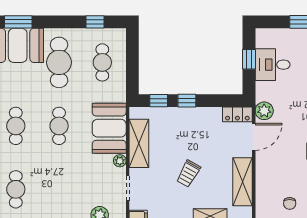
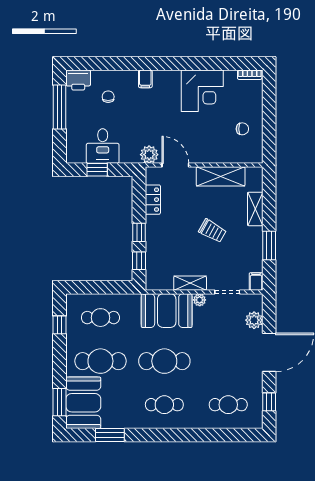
locker: (237, 114) -> (153, 200), moved
cafe table: (59, 126) -> (164, 361), width x1.37, depth x1.35
shelving: (139, 143) -> (190, 283), width x0.67, depth x0.75

